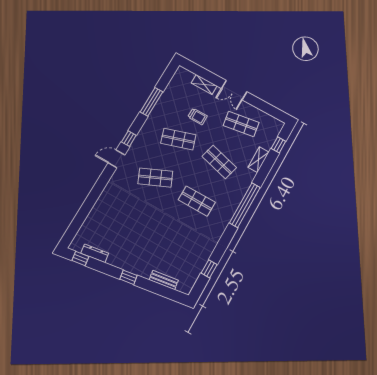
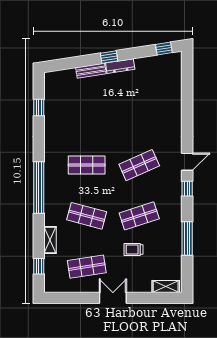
shelving: (204, 84) -> (166, 286), moved
dresser: (95, 253) -> (120, 66), moved
bench: (164, 280) -> (91, 71), moved

